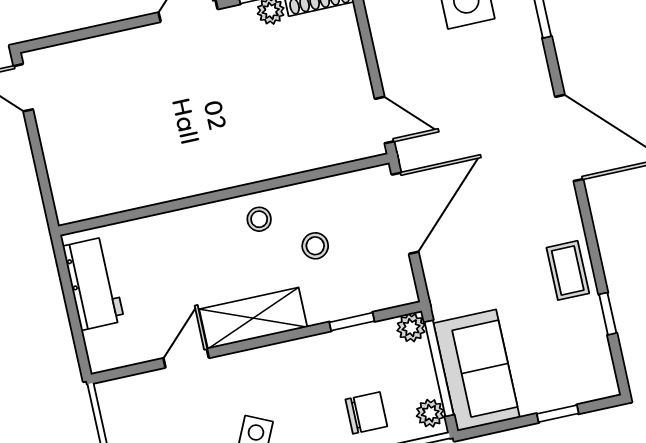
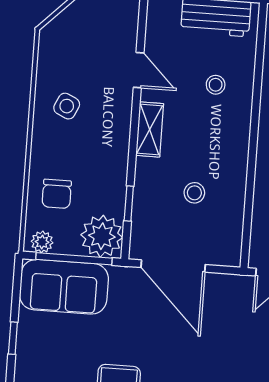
door: (405, 213) -> (173, 266), moved
stool: (259, 219) -> (216, 85), moved
shelving: (253, 318) -> (150, 129), width x0.67, depth x0.75
plant: (411, 328) -> (102, 236), width x1.88, depth x1.88

